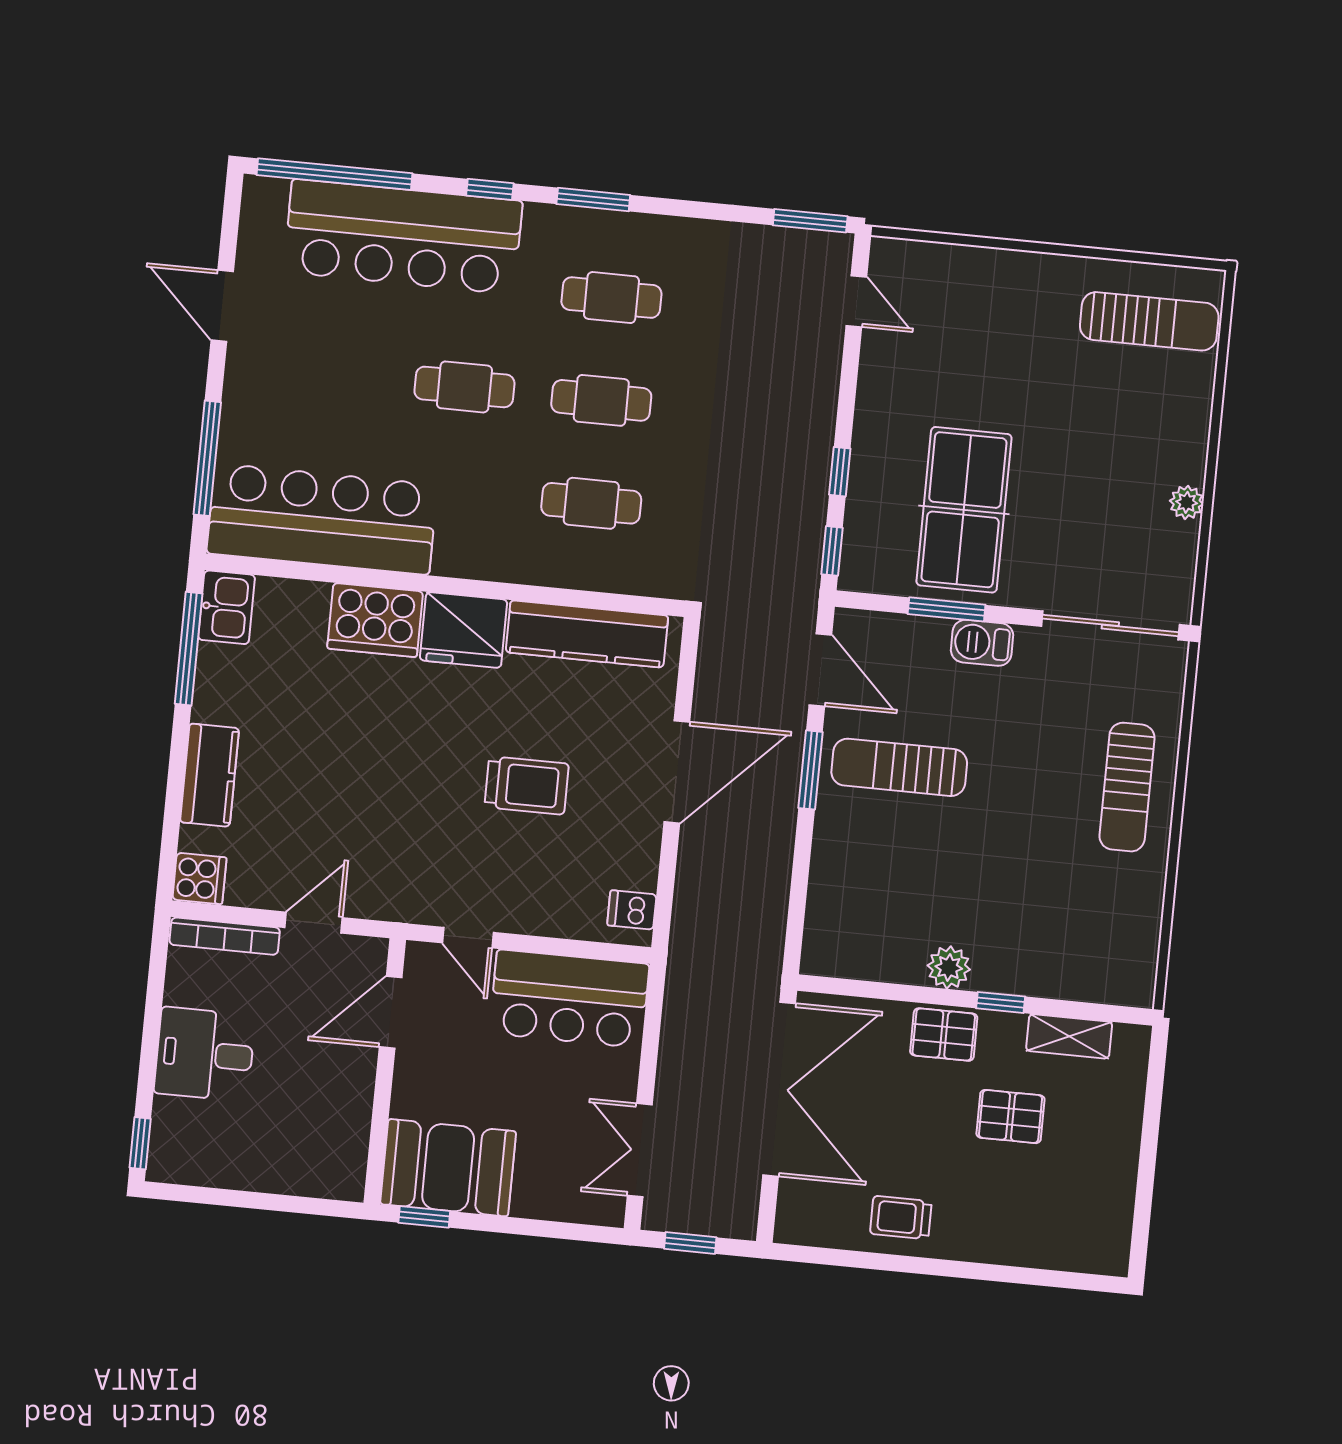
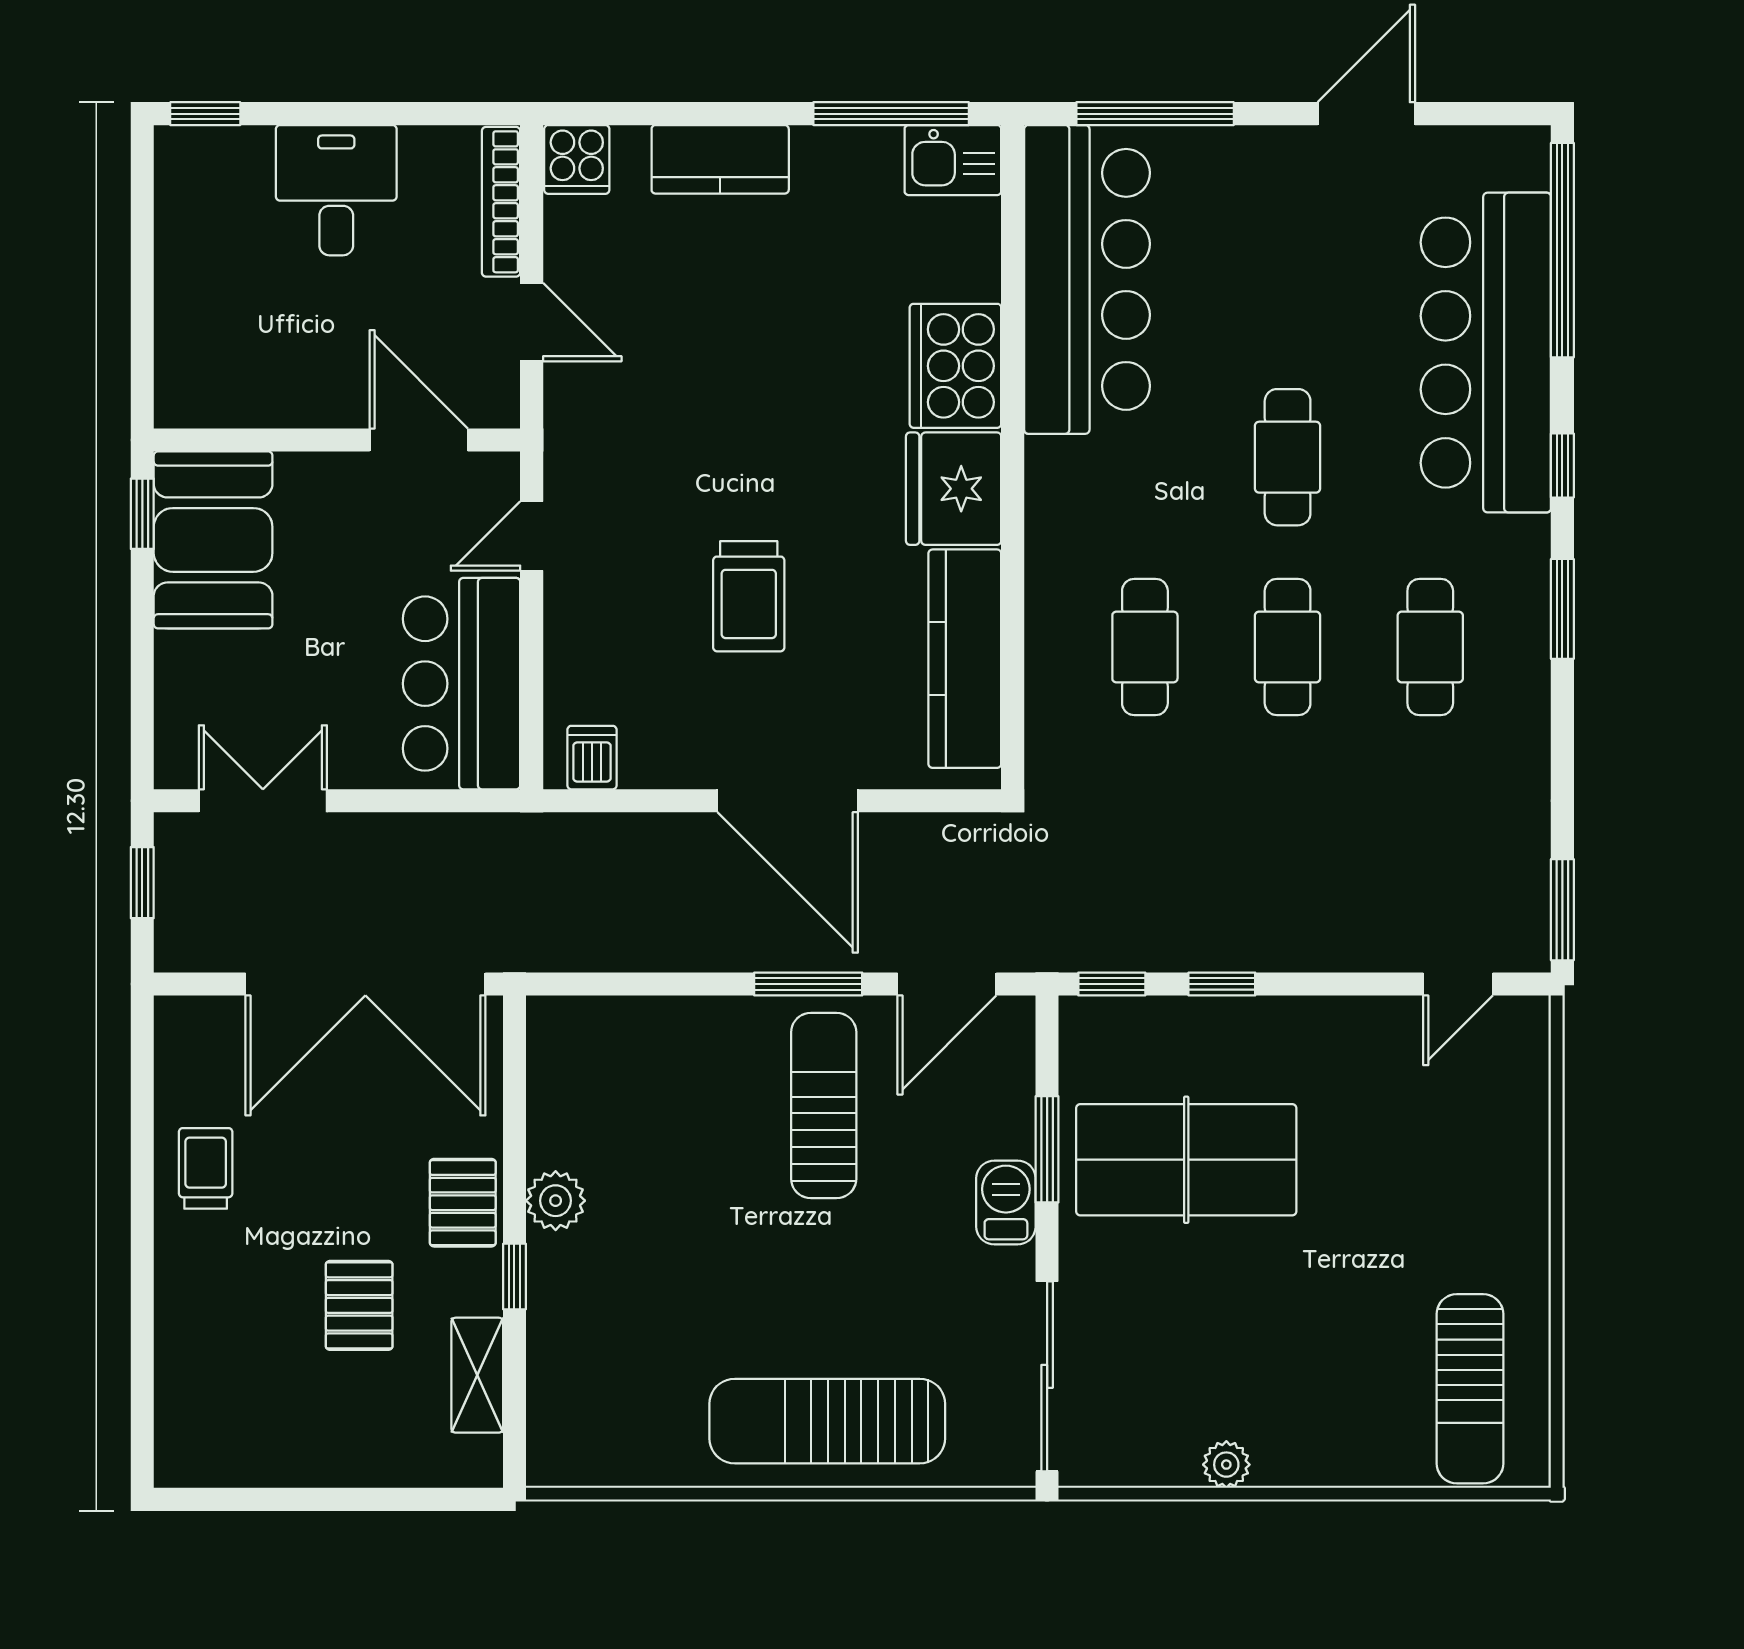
sun lounger: (1127, 787) -> (827, 1421), width x1.36, depth x1.34

